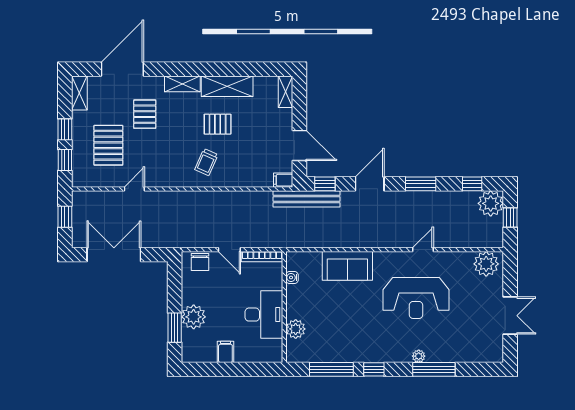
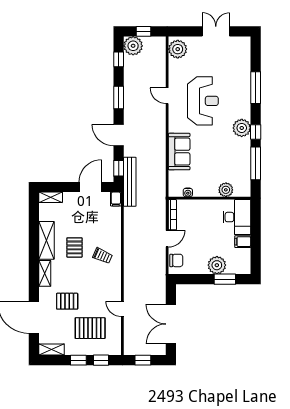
desk: (264, 315) -> (237, 217), moved, turned 90
plant: (419, 356) -> (242, 128), moved, width x1.88, depth x1.88

